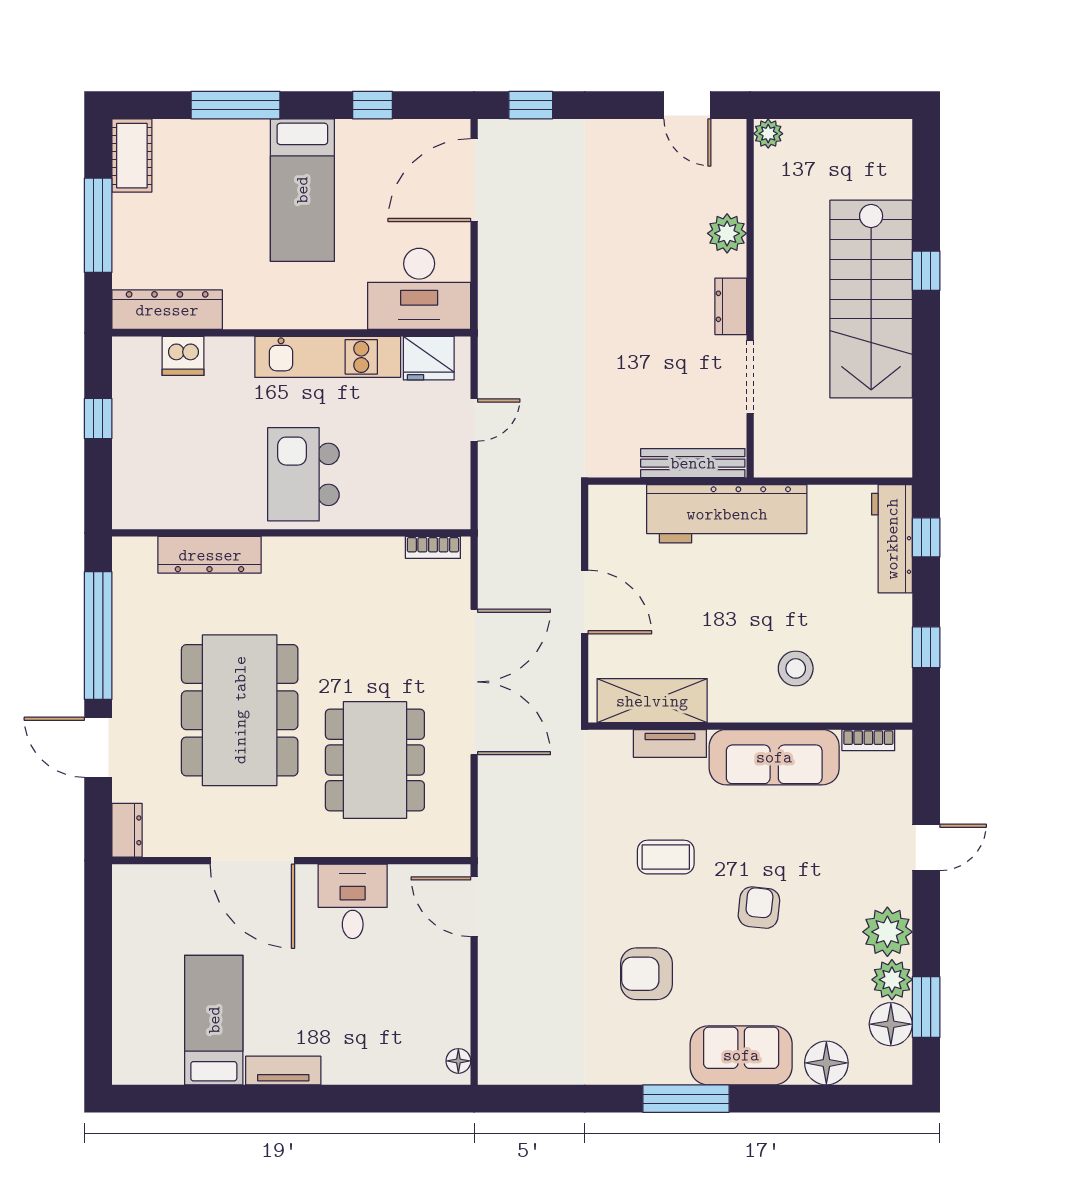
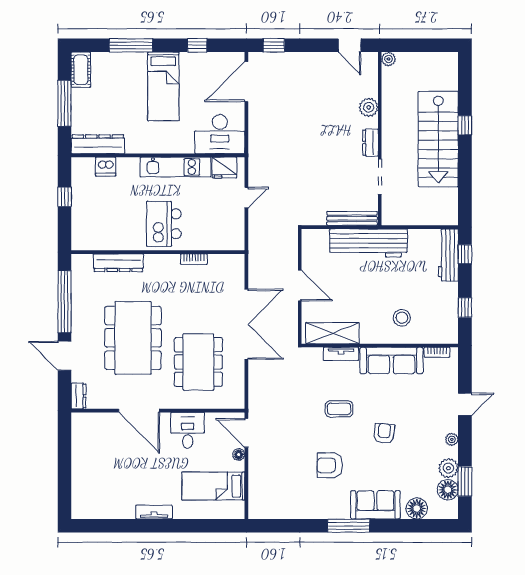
bookcase: (433, 547) -> (194, 259), moved
plant: (887, 932) -> (452, 439), width x0.53, depth x0.53
bed: (214, 1020) -> (213, 486), moved, turned -90
floor lamp: (458, 1061) -> (239, 455), moved

